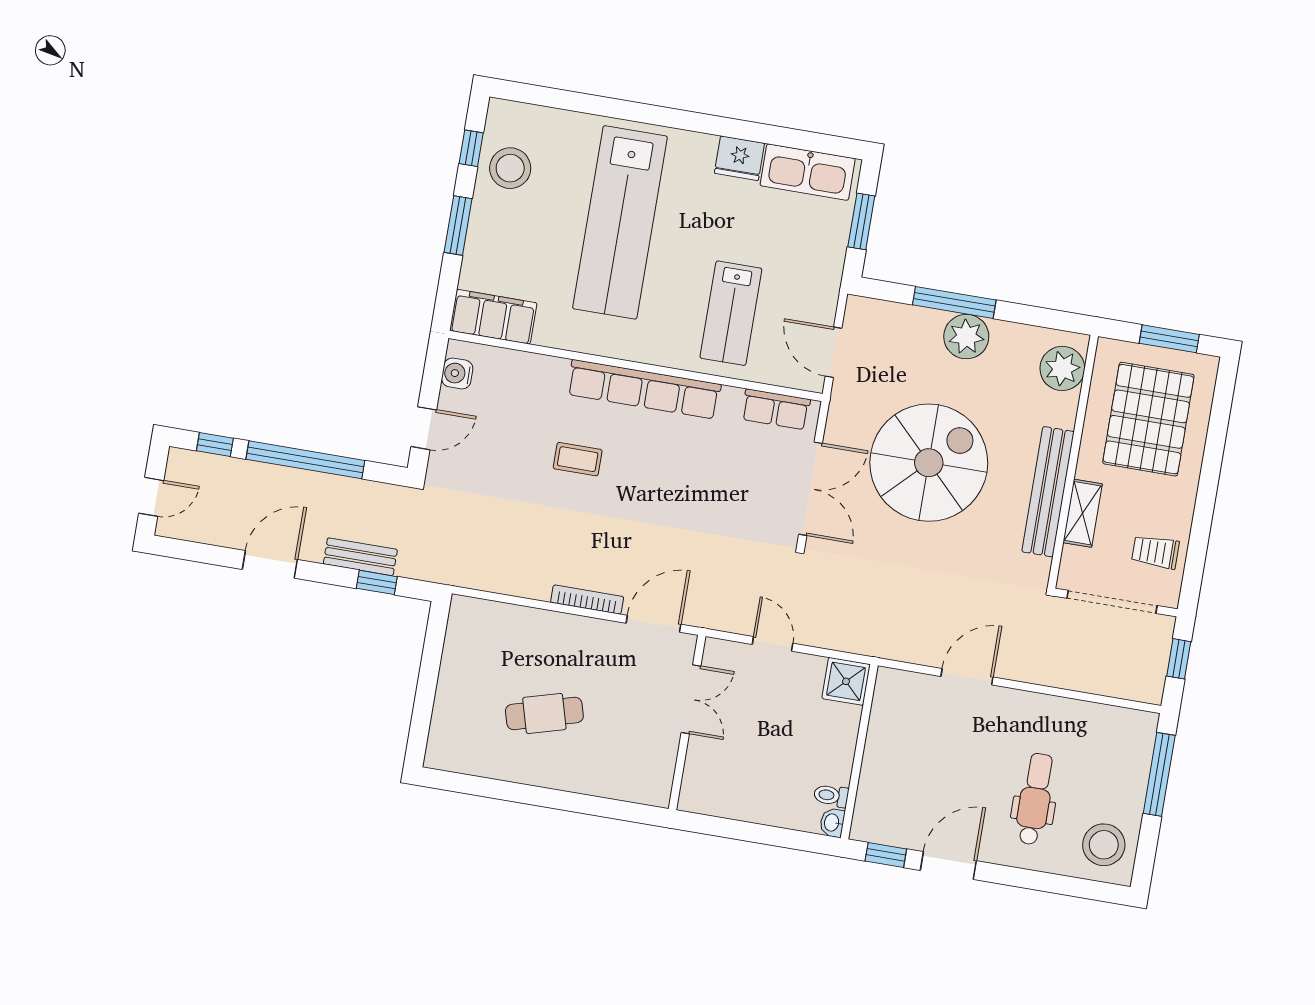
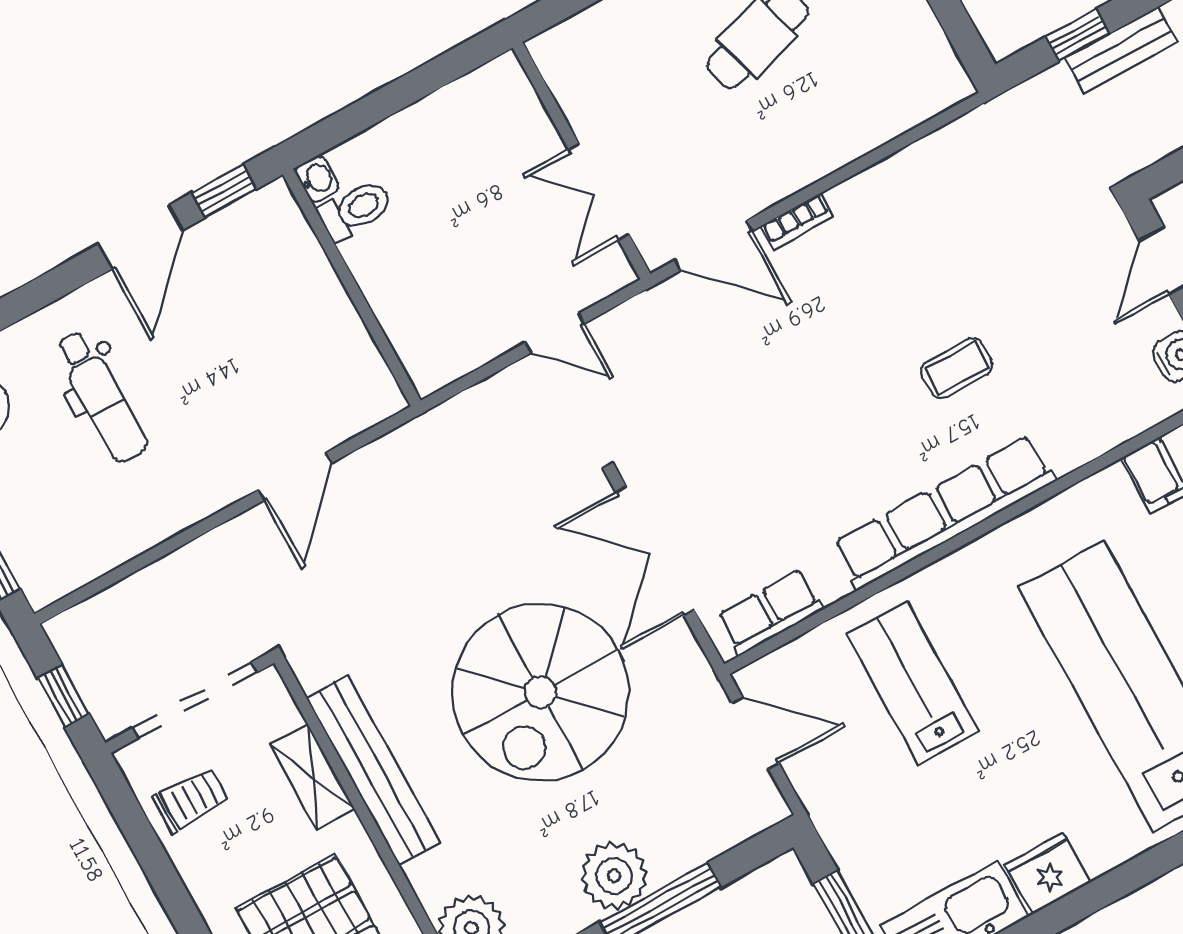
bookcase: (587, 600) -> (797, 221), width x0.64
door: (653, 624) -> (713, 246), hinge flipped
shower: (846, 681) -> (433, 358), removed
toilet: (831, 796) -> (355, 210), width x1.37, depth x1.39

